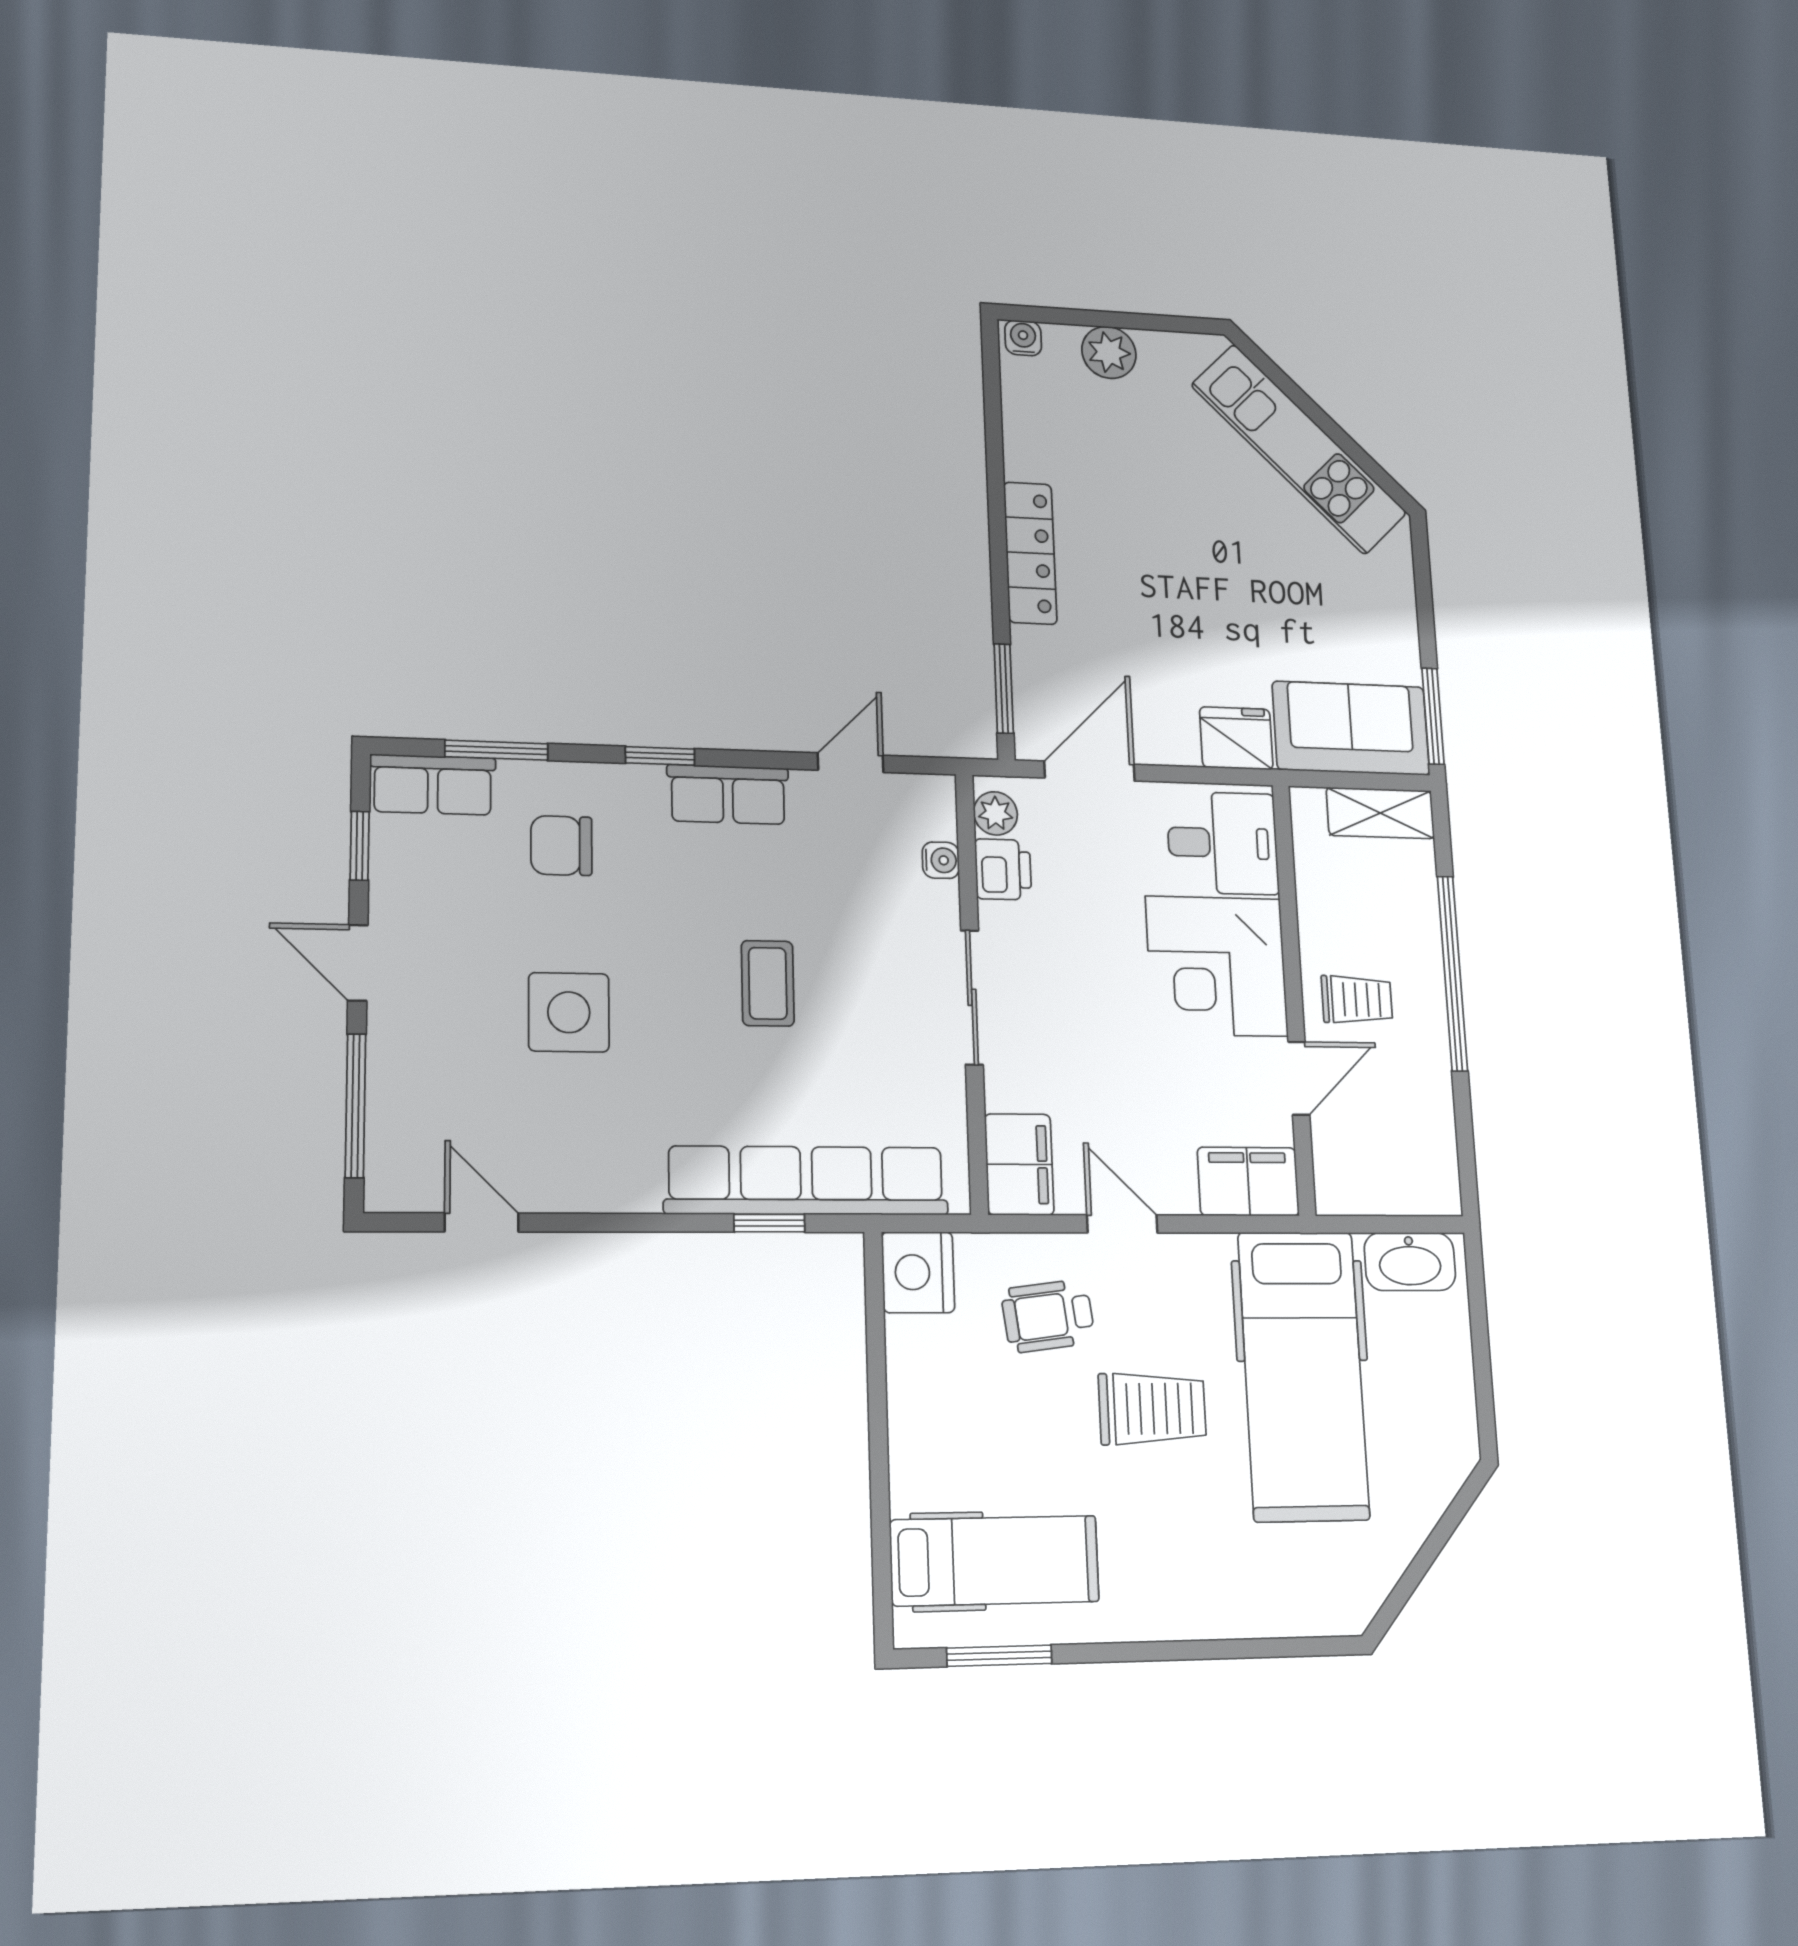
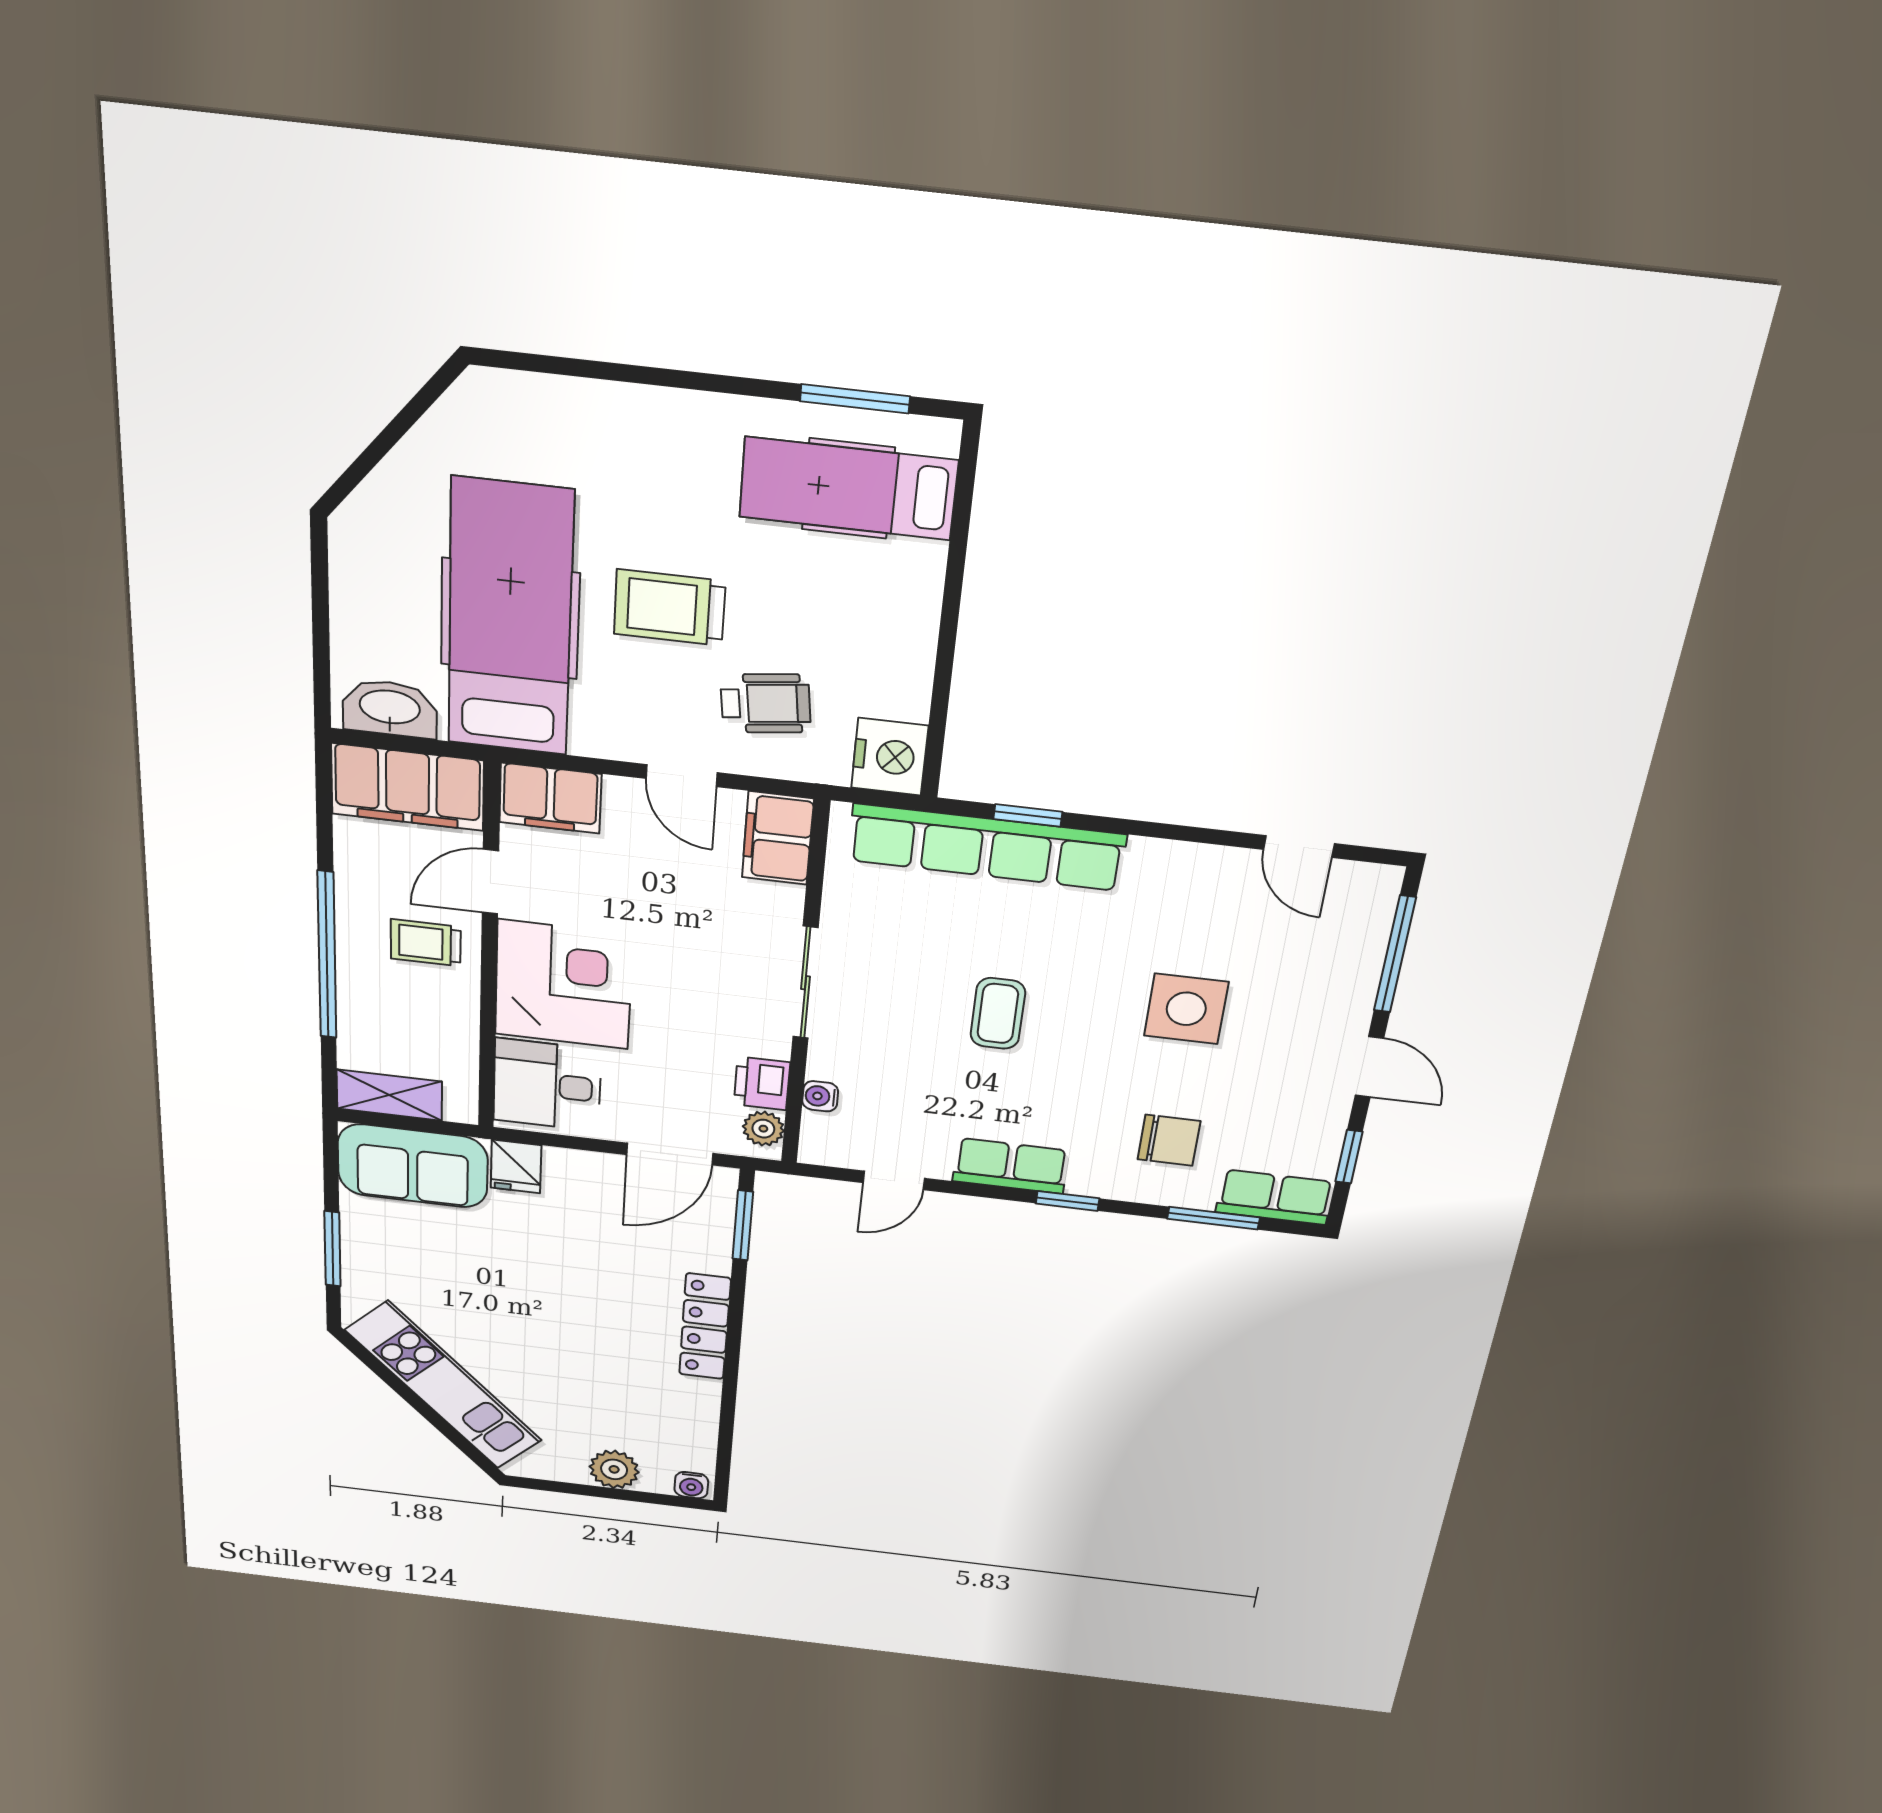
window: (1433, 716) -> (332, 1249), moved
fridge: (1236, 738) -> (516, 1167), width x0.72
filing cabinet: (1387, 1176) -> (408, 787), added

